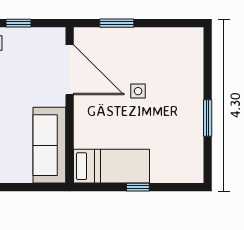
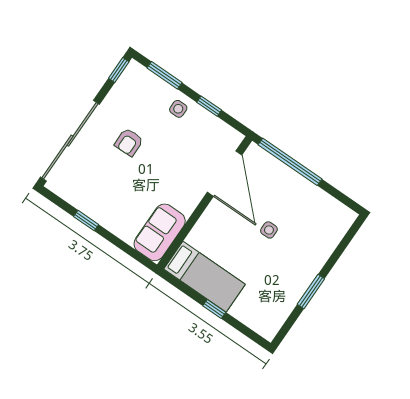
window: (117, 23) -> (290, 162), width x2.11
sofa: (49, 145) -> (160, 232), width x0.73

